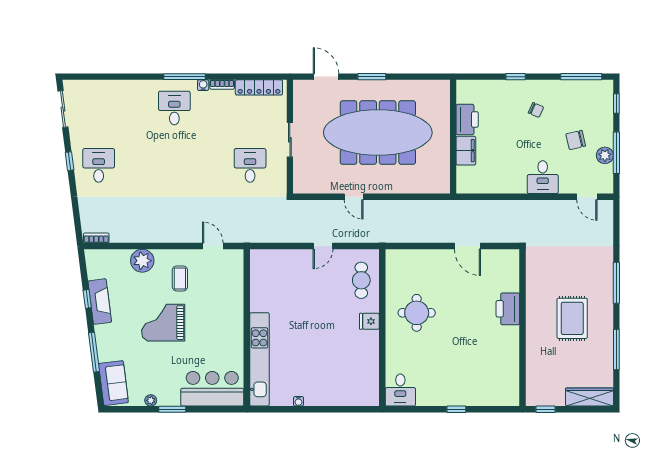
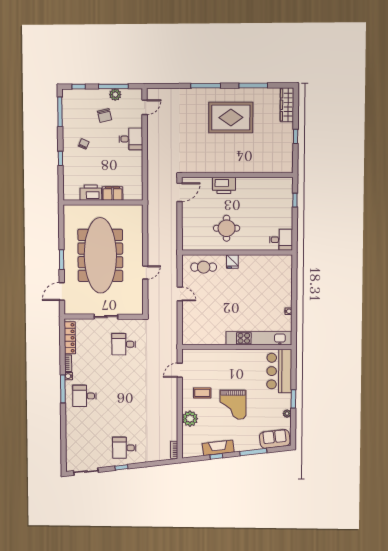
printer: (508, 309) -> (224, 186), moved
rug: (572, 318) -> (231, 117), width x1.37, depth x1.44
wall: (522, 328) -> (237, 175), moved

